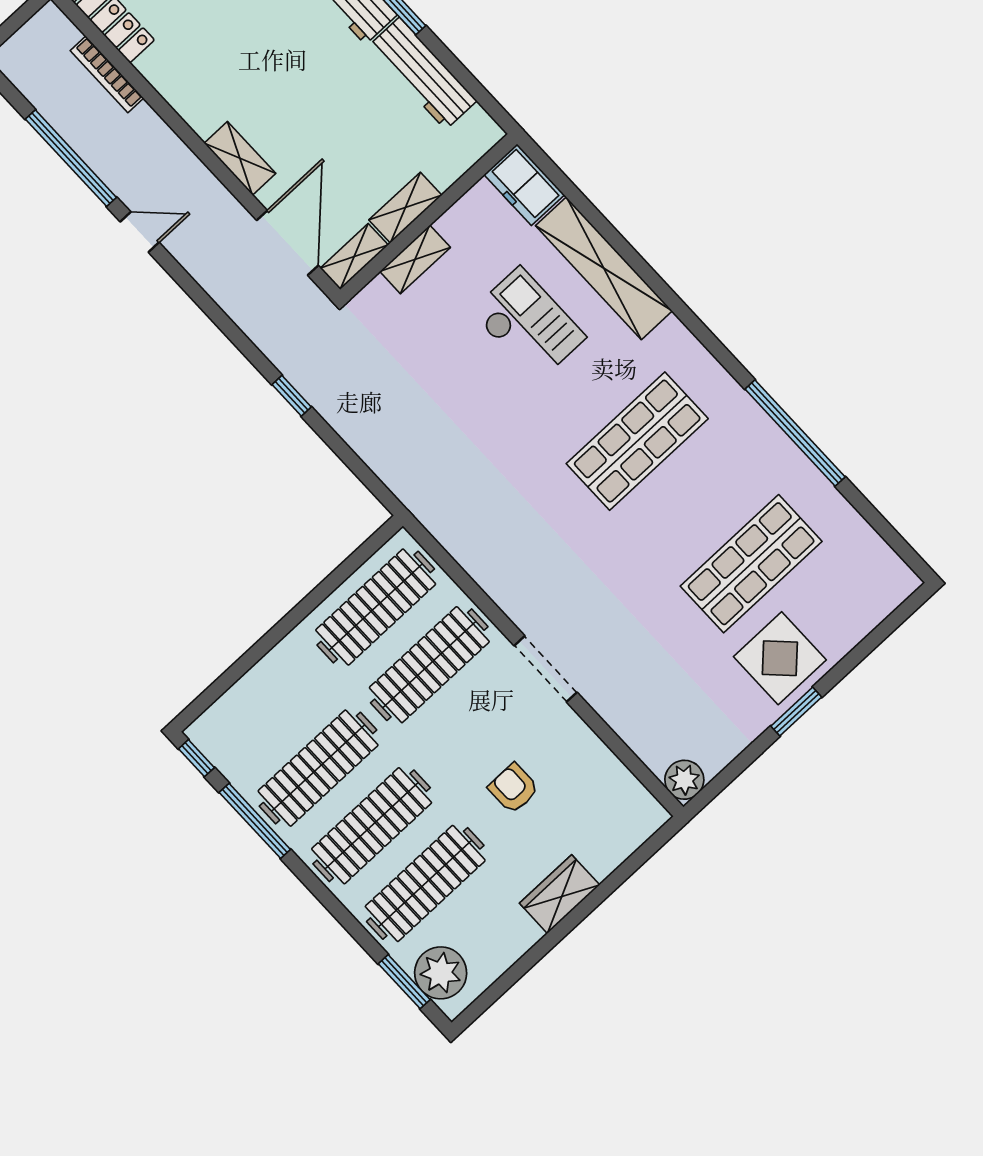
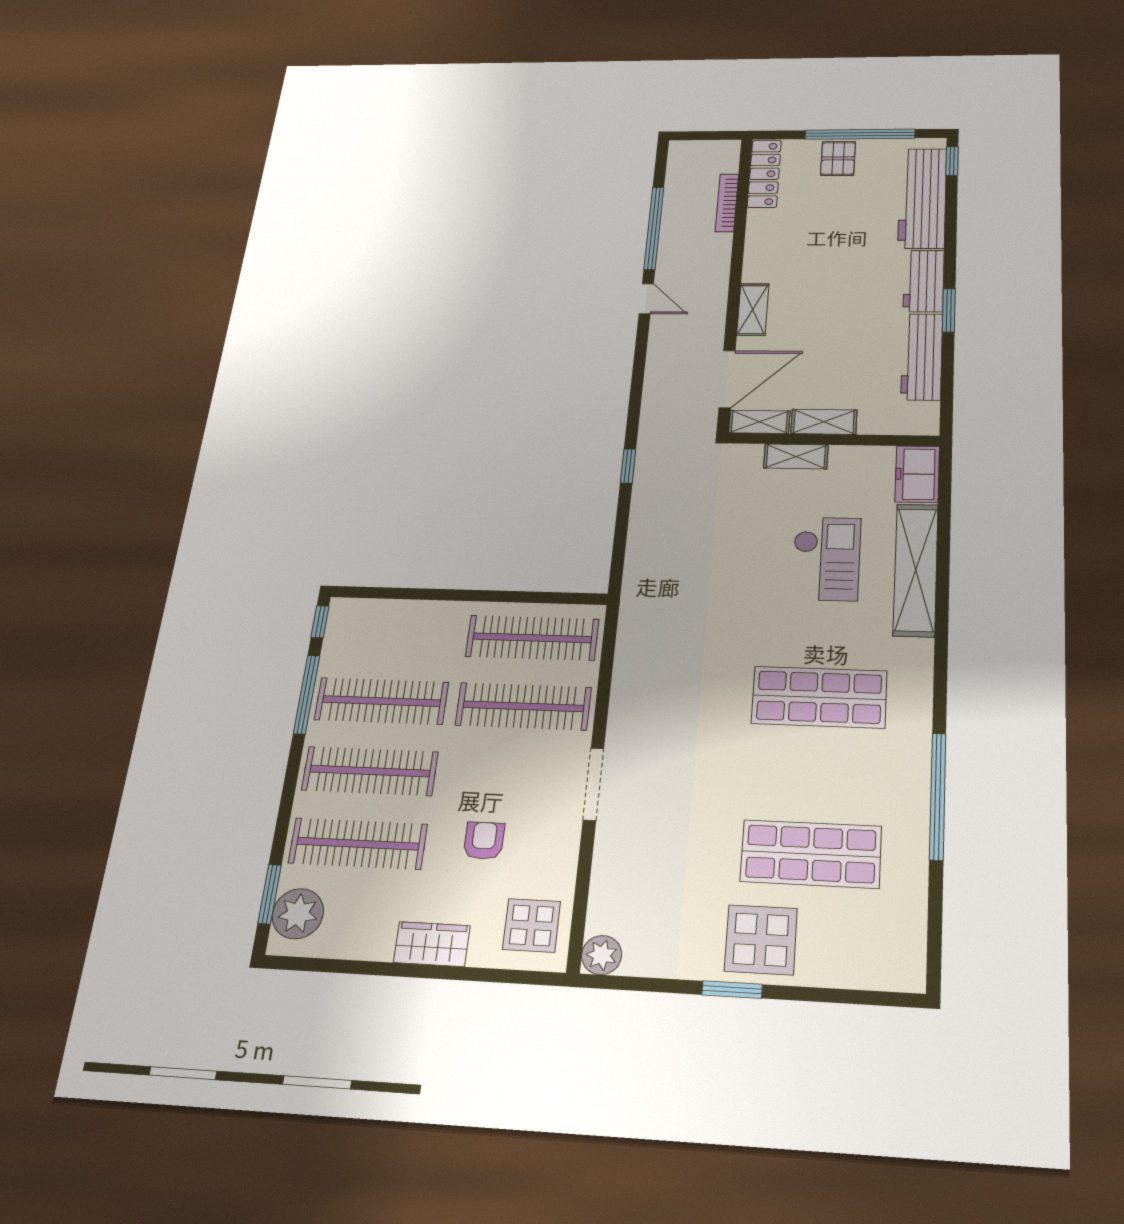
display table: (614, 810) -> (531, 925), added

